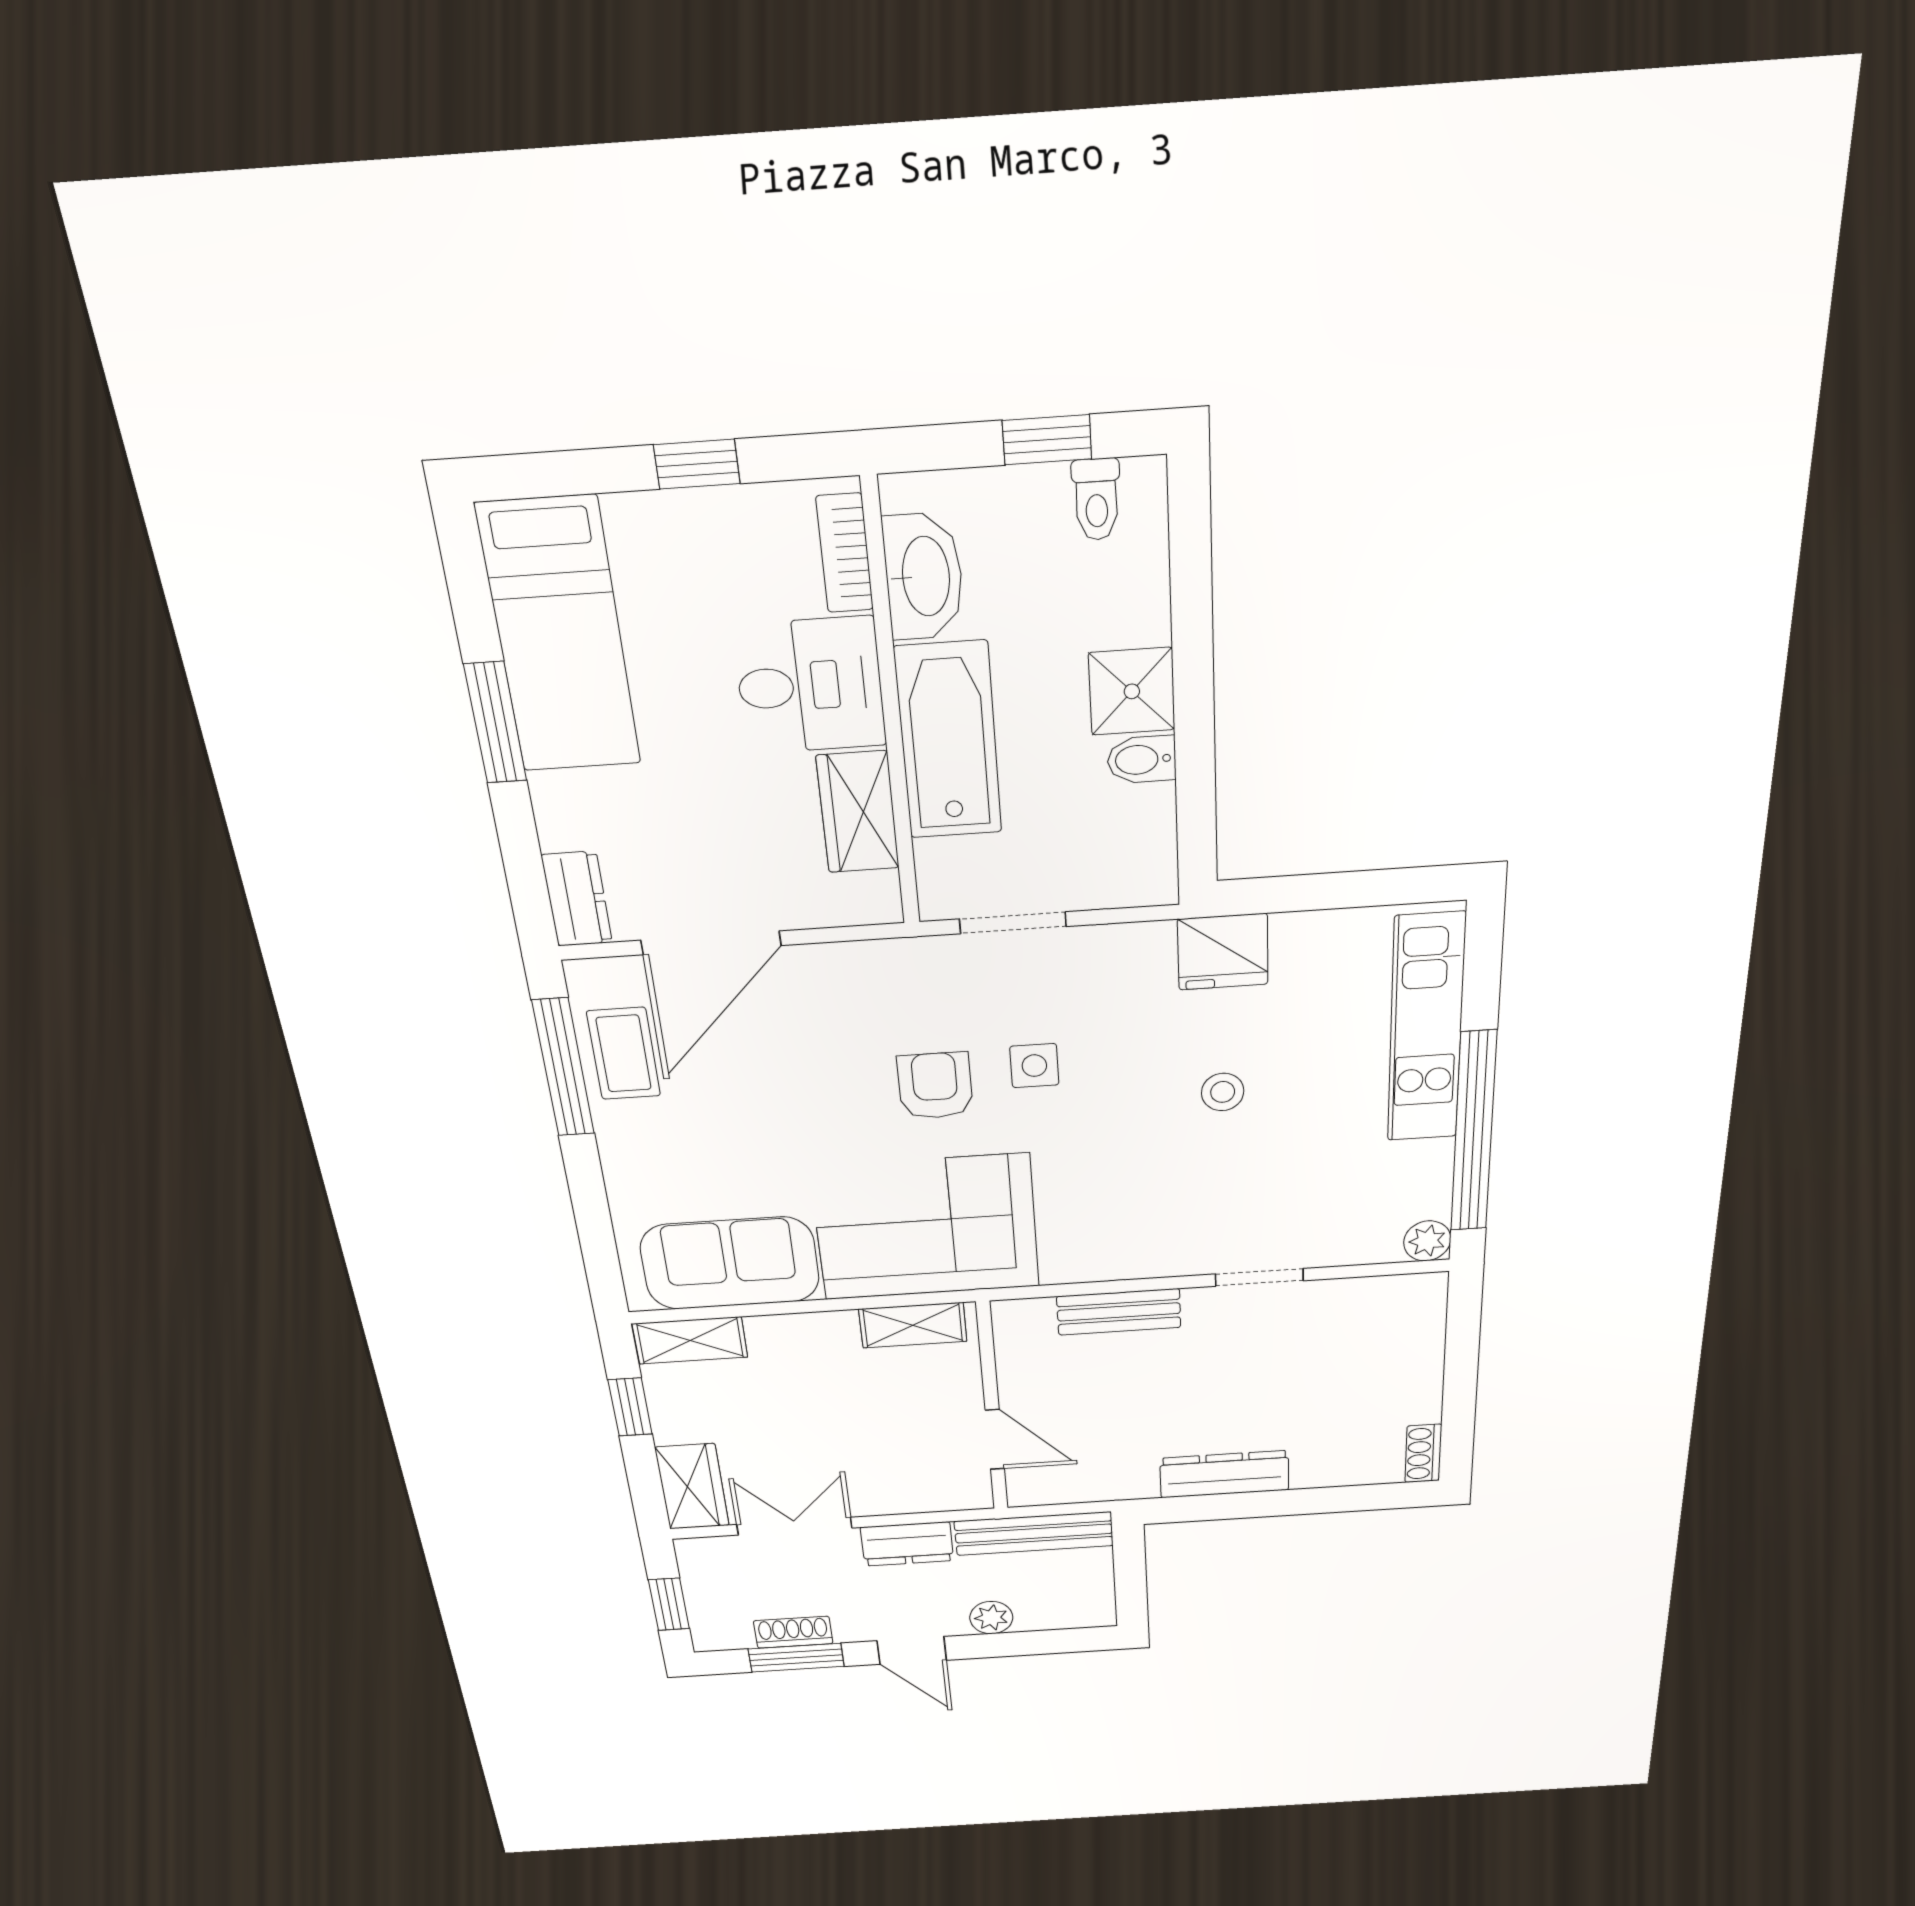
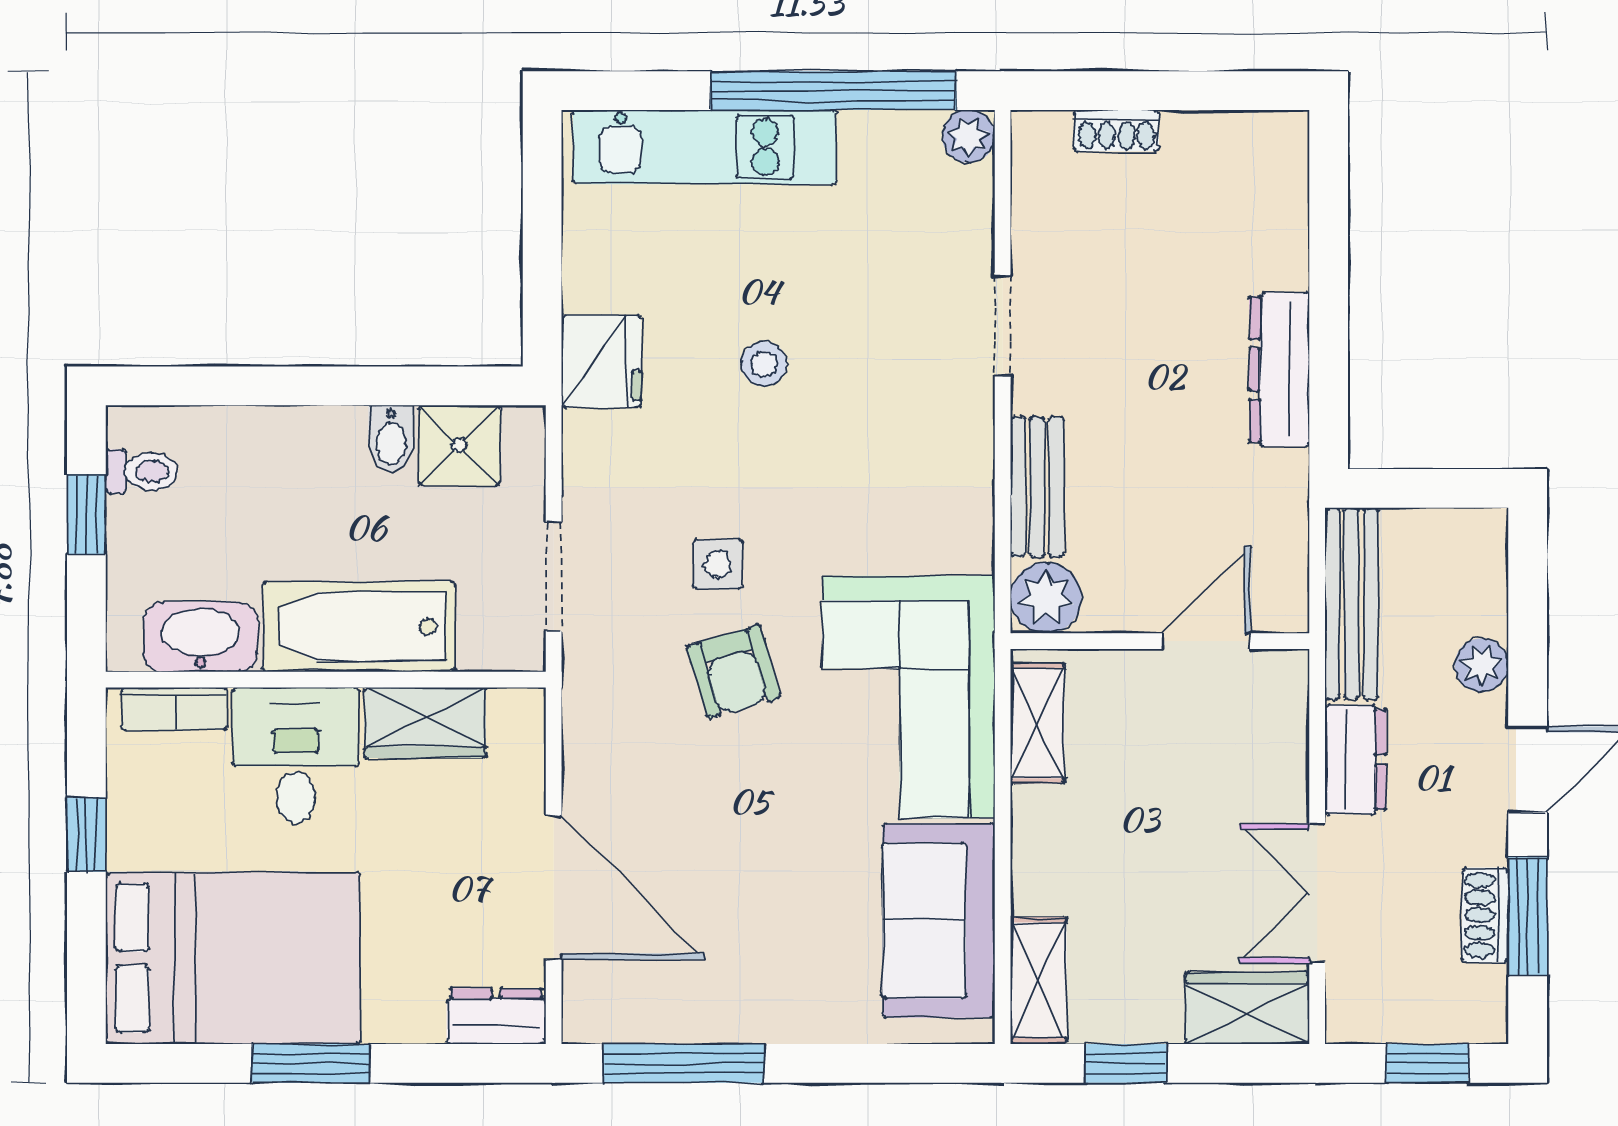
bed: (560, 636) -> (233, 958), width x1.50
shower: (1132, 691) -> (459, 445), moved
coffee table: (624, 1054) -> (672, 997), removed
armchair: (935, 1086) -> (734, 672), turned -106
plant: (1023, 1325) -> (1046, 598), added
shoe rack: (1423, 1453) -> (1116, 130), moved

